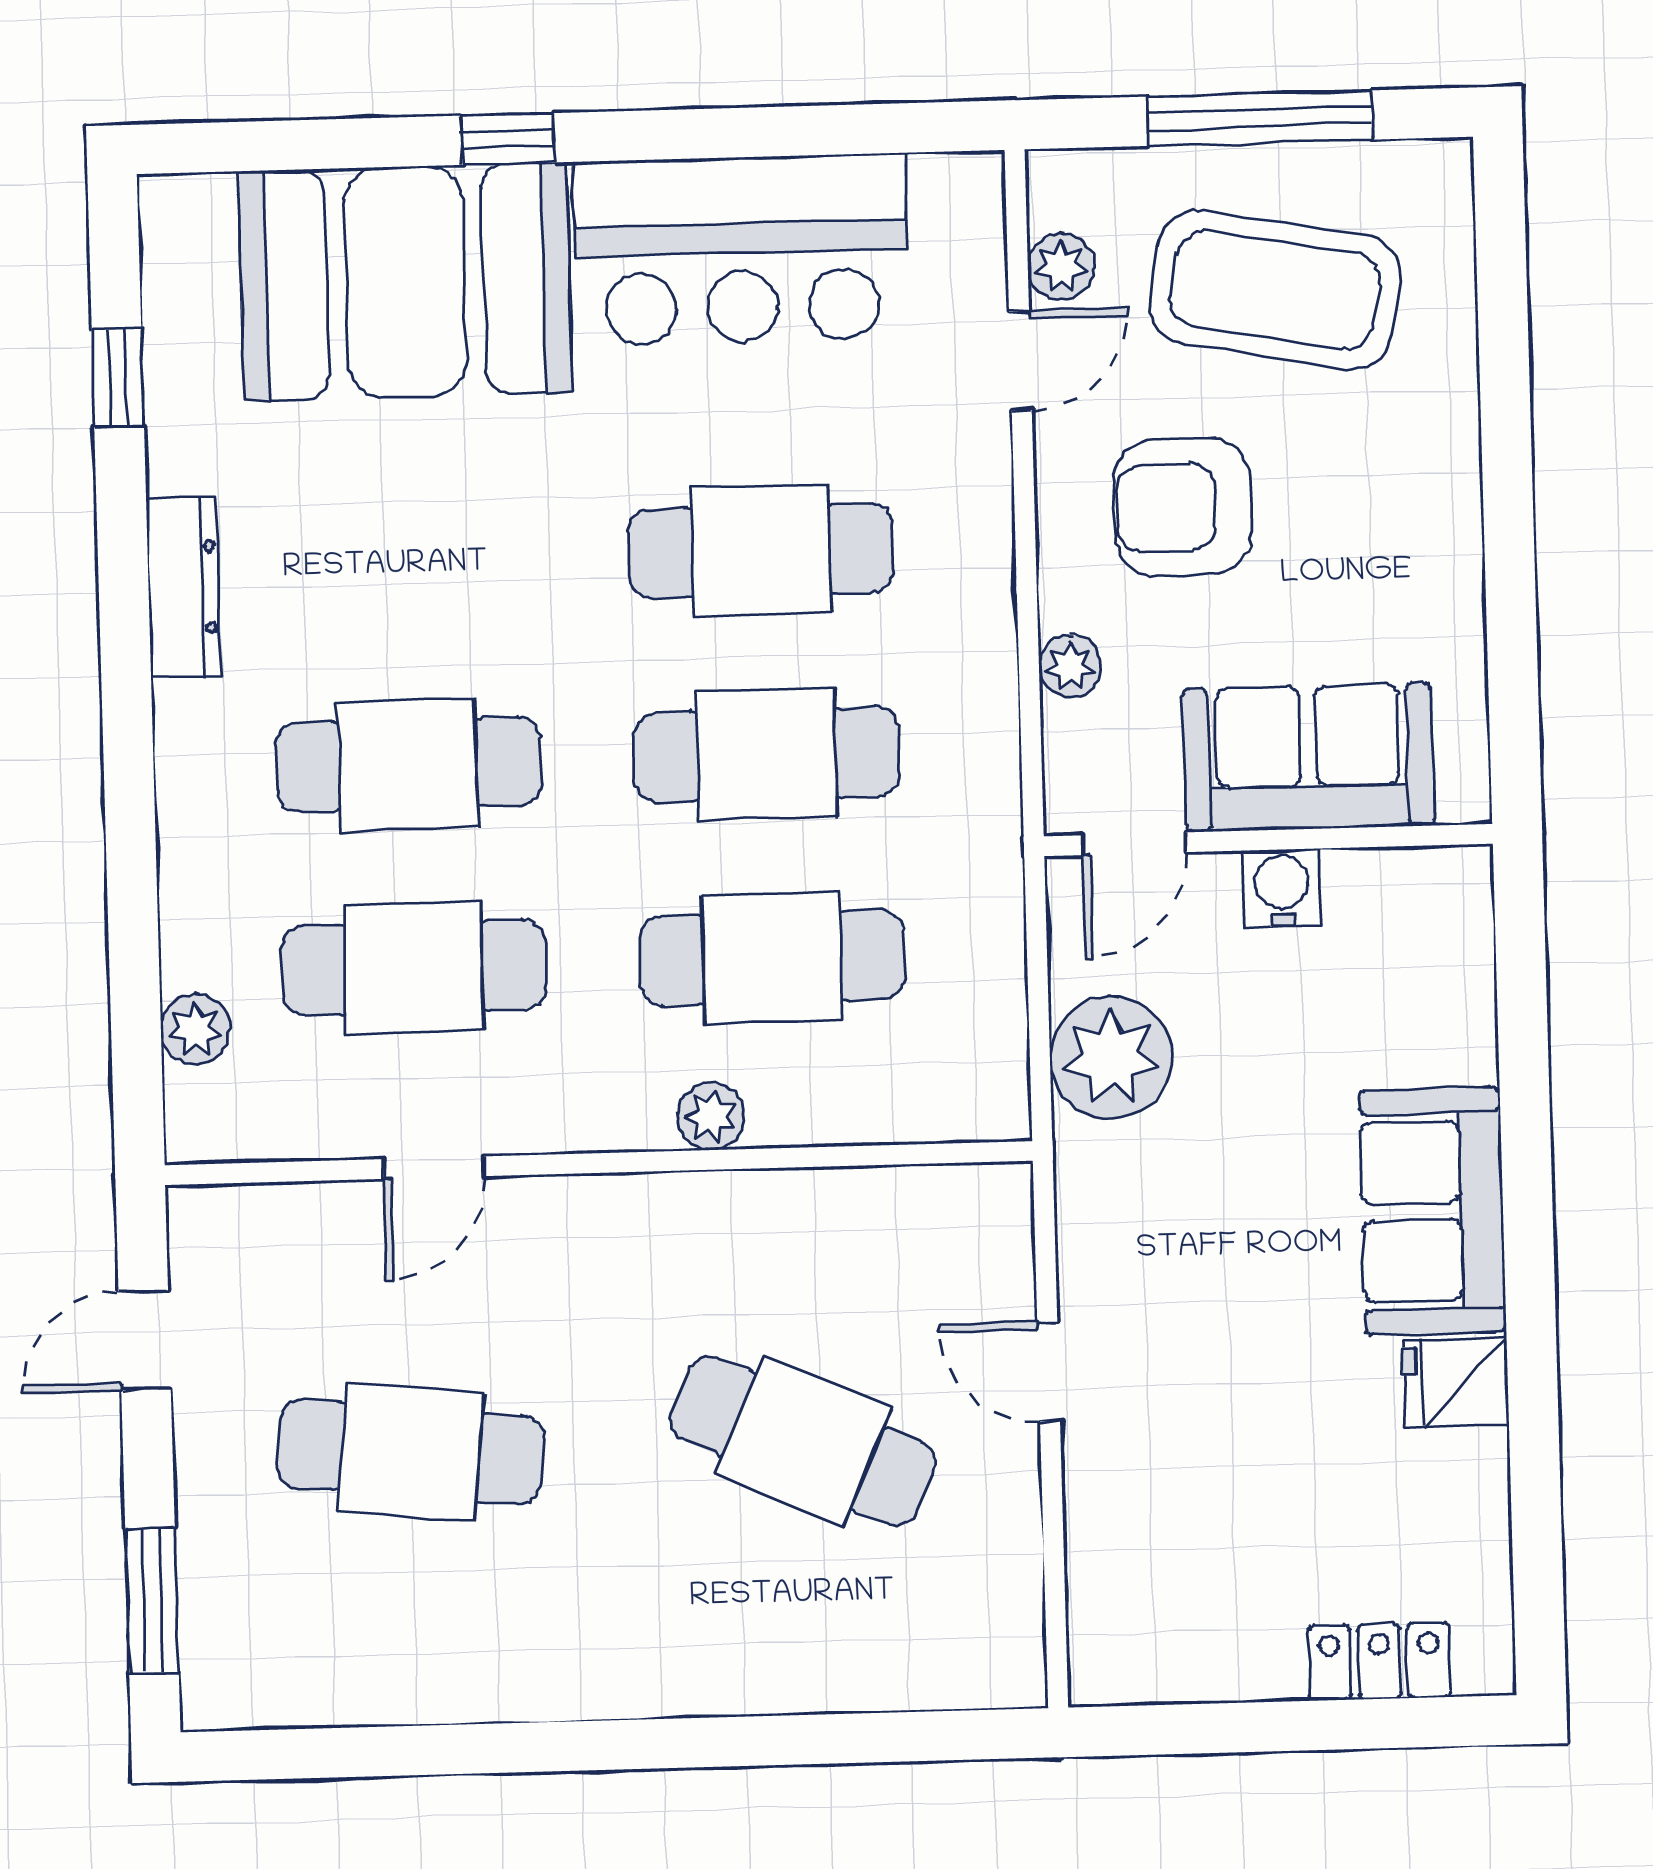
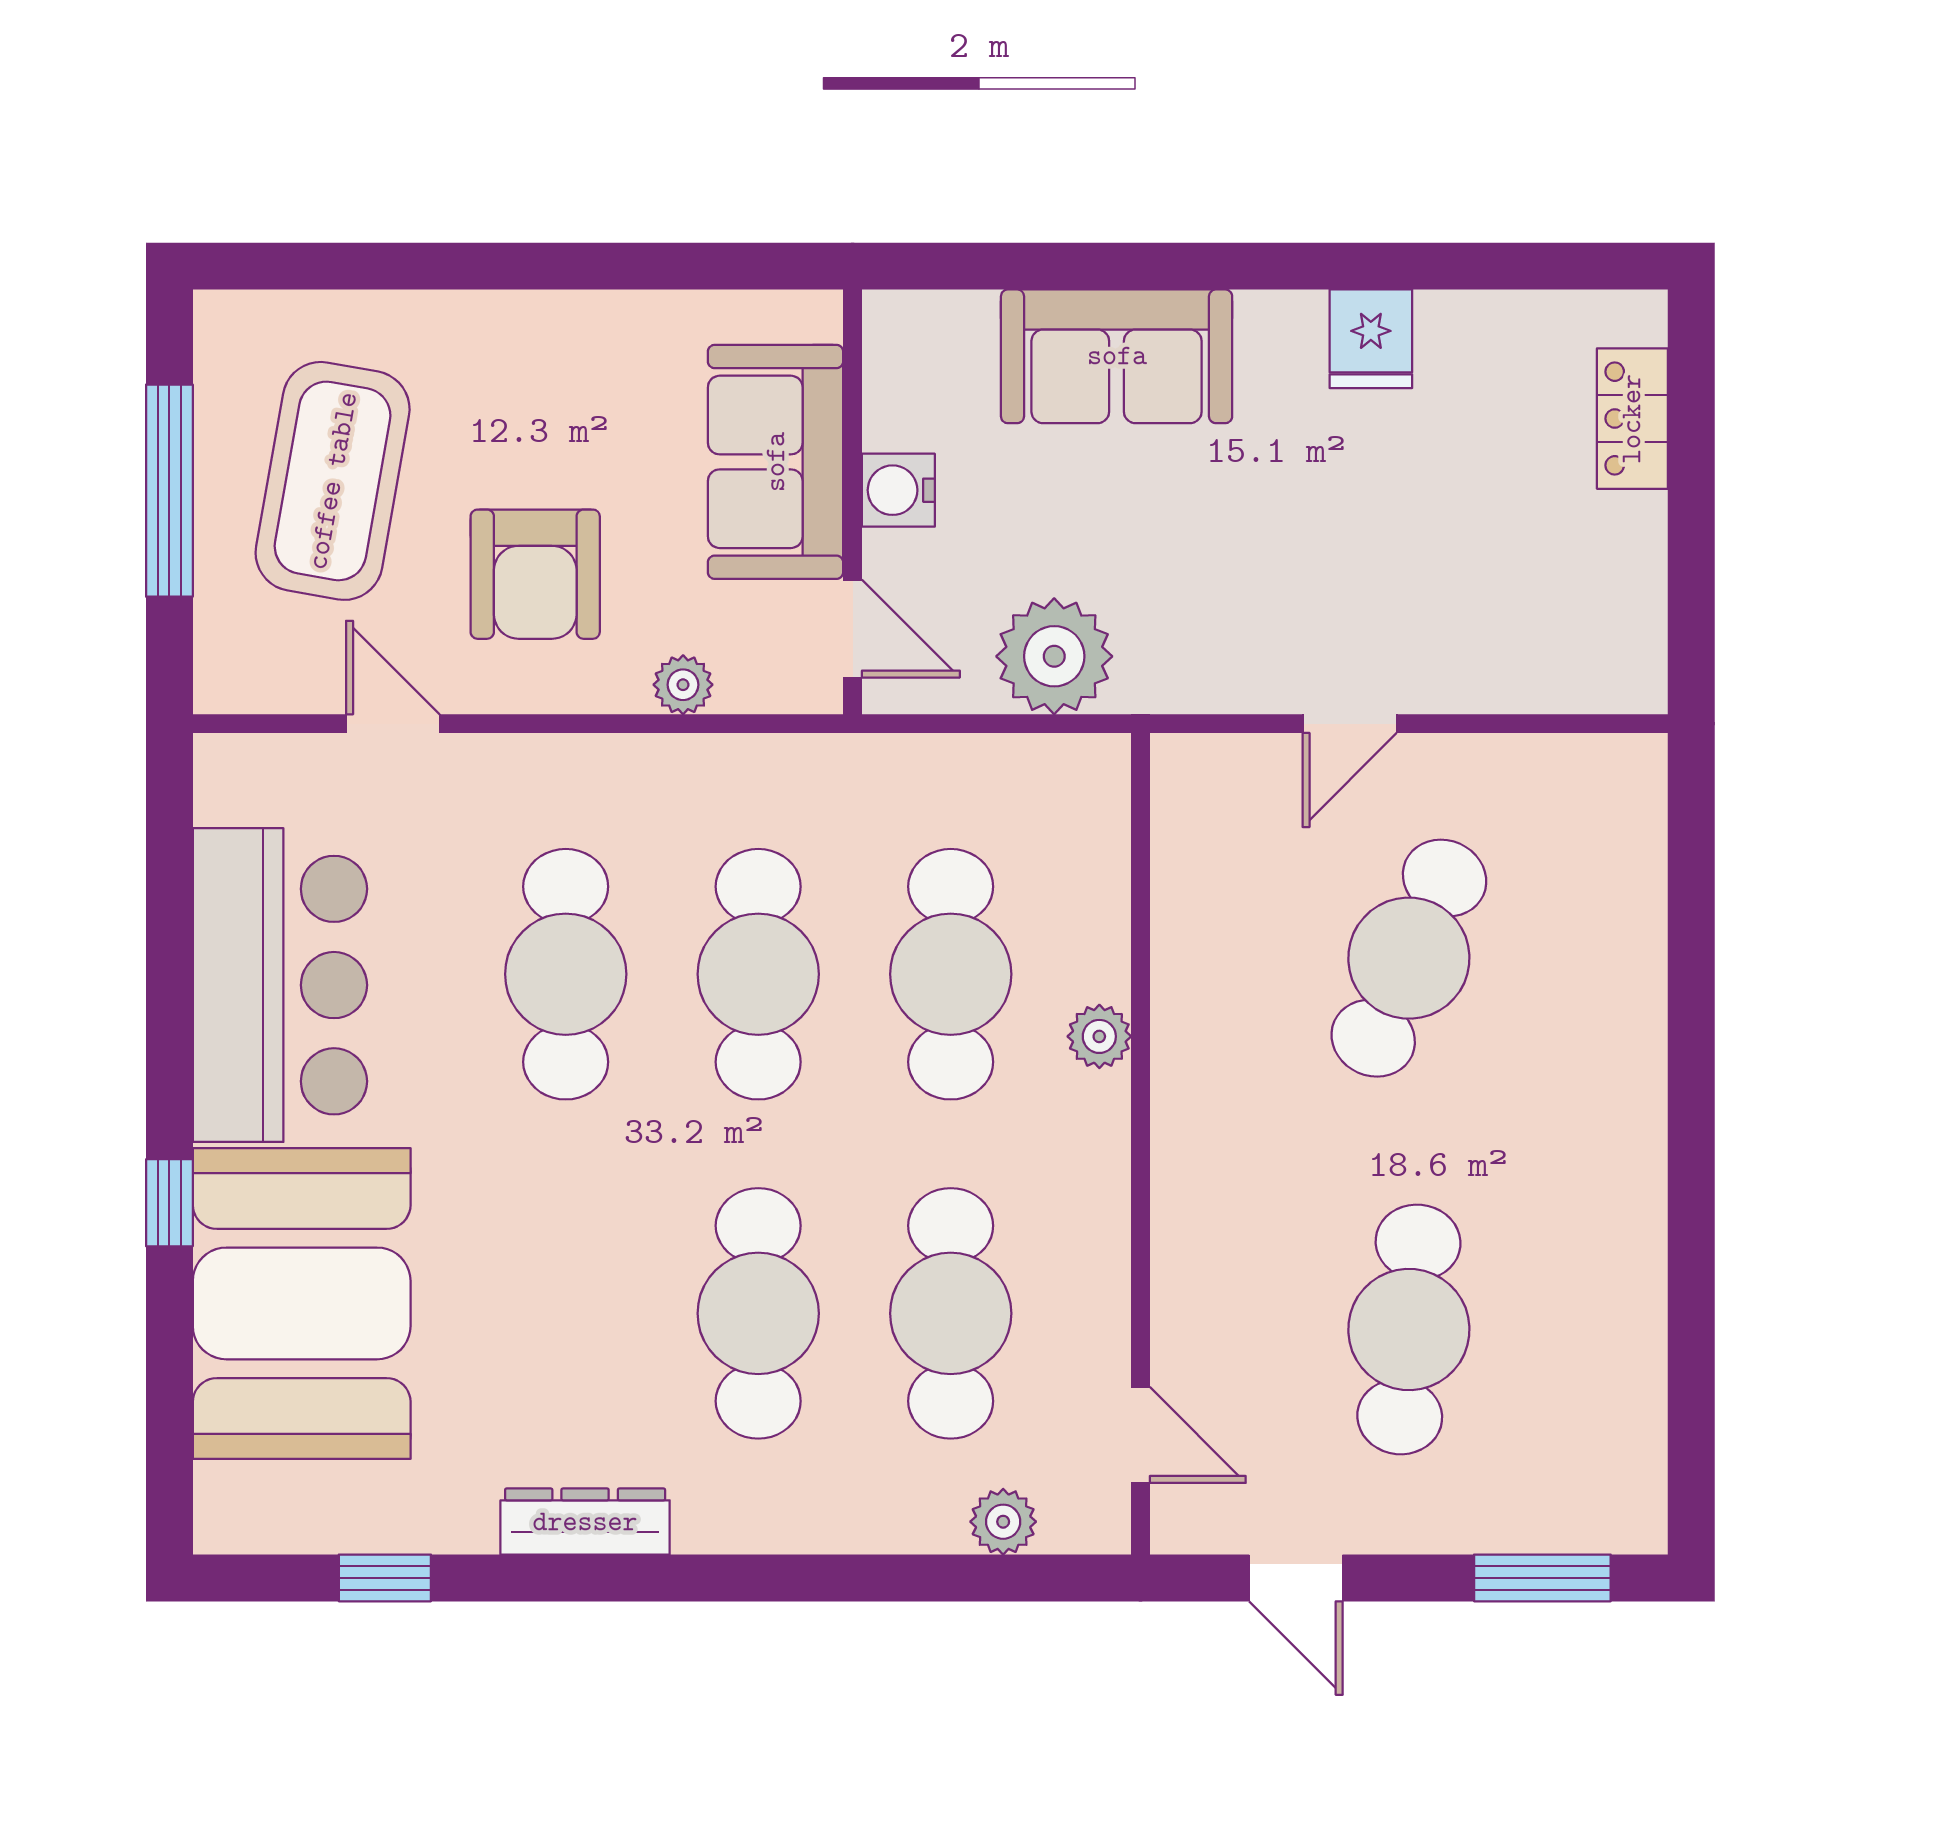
plant: (1061, 267) -> (305, 683), removed
door: (434, 1168) -> (1140, 1435), moved
sofa: (1433, 1211) -> (1117, 356), moved

